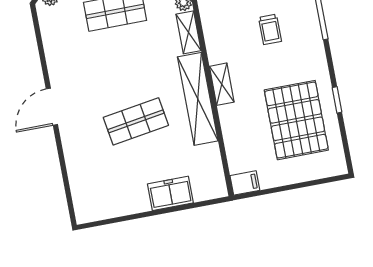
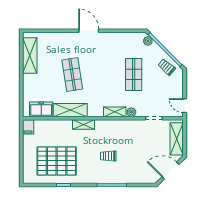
shelving: (198, 99) -> (70, 110), width x0.68
freezer: (170, 193) -> (41, 109), moved, turned -90
shelving: (116, 204) -> (30, 56), added

